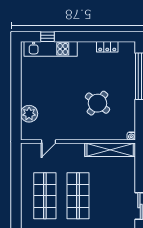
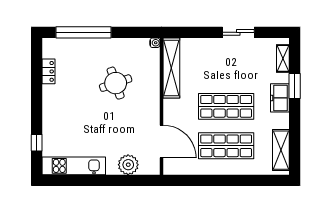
kitchen unit: (51, 49) -> (74, 166), moved, turned -90
round table: (97, 103) -> (116, 83), turned 33
door: (48, 142) -> (161, 142), width x1.88

